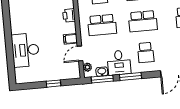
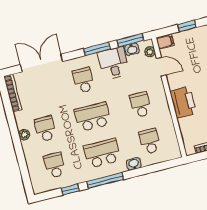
printer: (69, 15) -> (183, 102), width x1.87, depth x1.48
school desk: (102, 25) -> (141, 105), width x0.54
filing cabinet: (70, 39) -> (165, 42), moved
door: (80, 53) -> (161, 67), hinge flipped

